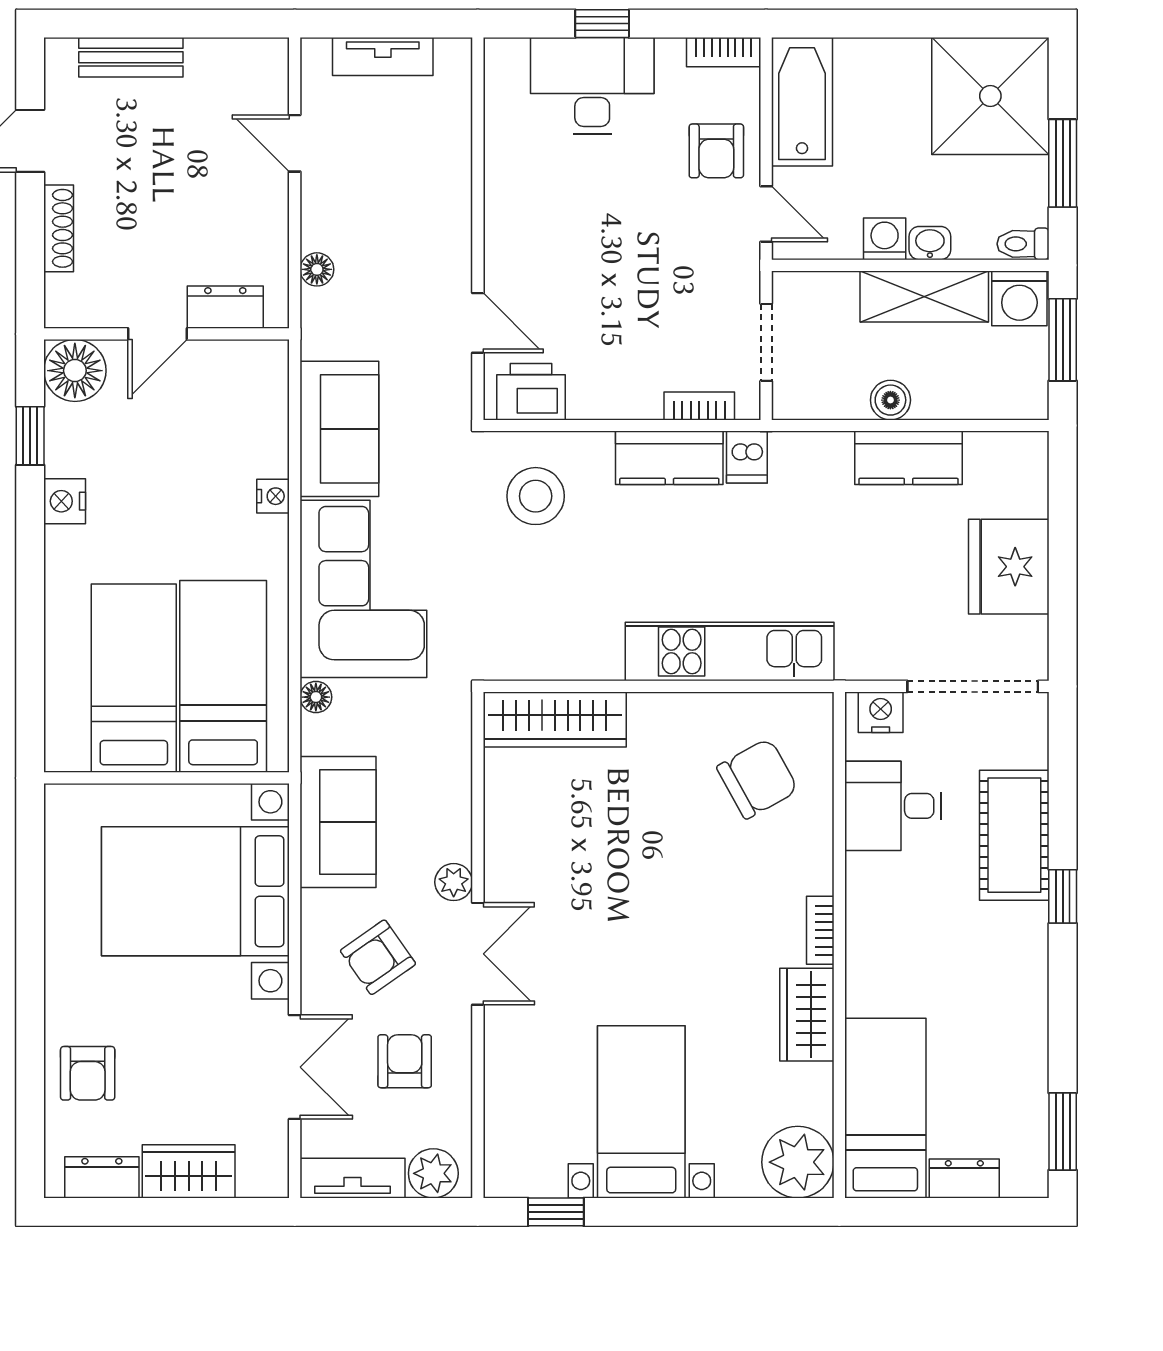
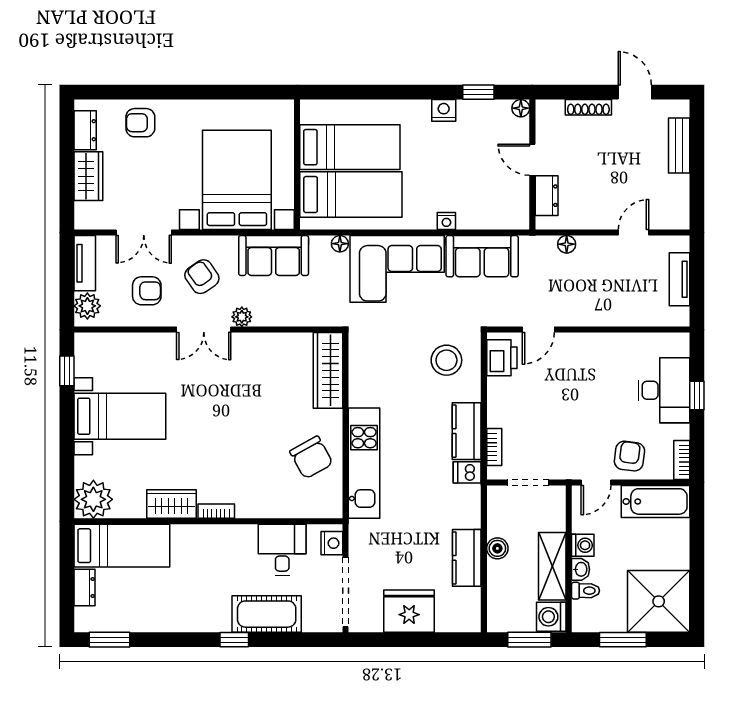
armchair: (716, 151) -> (629, 456), turned 97
toilet: (1023, 244) -> (585, 591), moved, turned 90
floor lamp: (75, 371) -> (521, 108), width x0.53, depth x0.53
chair: (757, 779) -> (311, 457), moved

